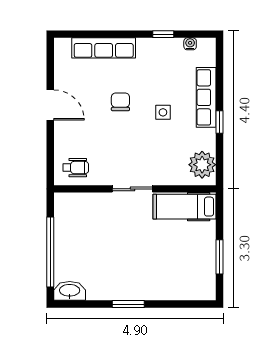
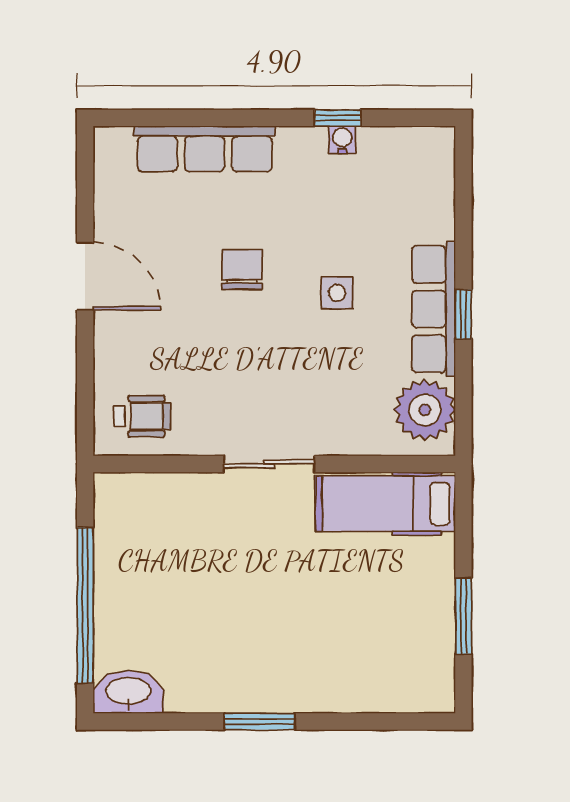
water cooler: (190, 44) -> (342, 140), moved
row of seats: (206, 97) -> (434, 309), moved

